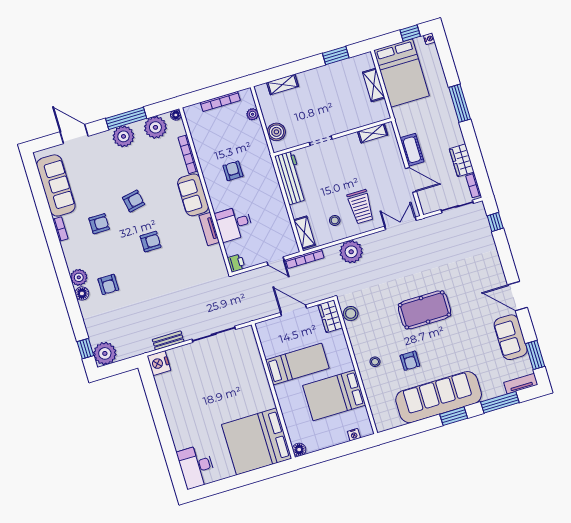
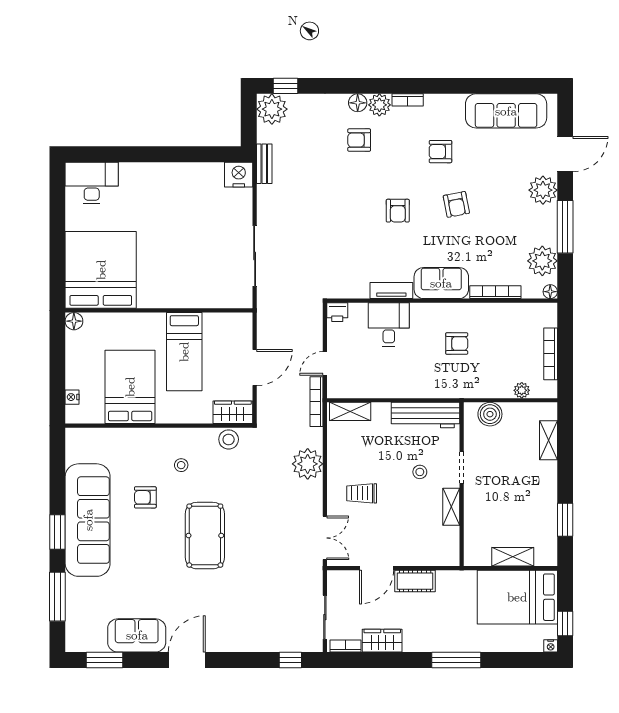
shelving: (373, 133) -> (451, 507), moved
plant: (123, 136) -> (543, 190), moved
trolley: (361, 207) -> (362, 493), width x0.73, depth x0.72
stool: (335, 220) -> (420, 472), moved
armchair: (99, 224) -> (440, 152), turned 90
bookcase: (60, 229) -> (408, 100), moved
bench: (168, 340) -> (264, 164), moved
stool: (375, 362) -> (181, 465), moved
tv unit: (521, 384) -> (73, 631), removed

